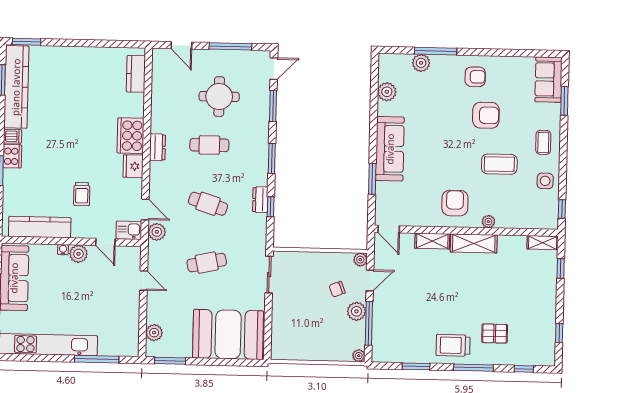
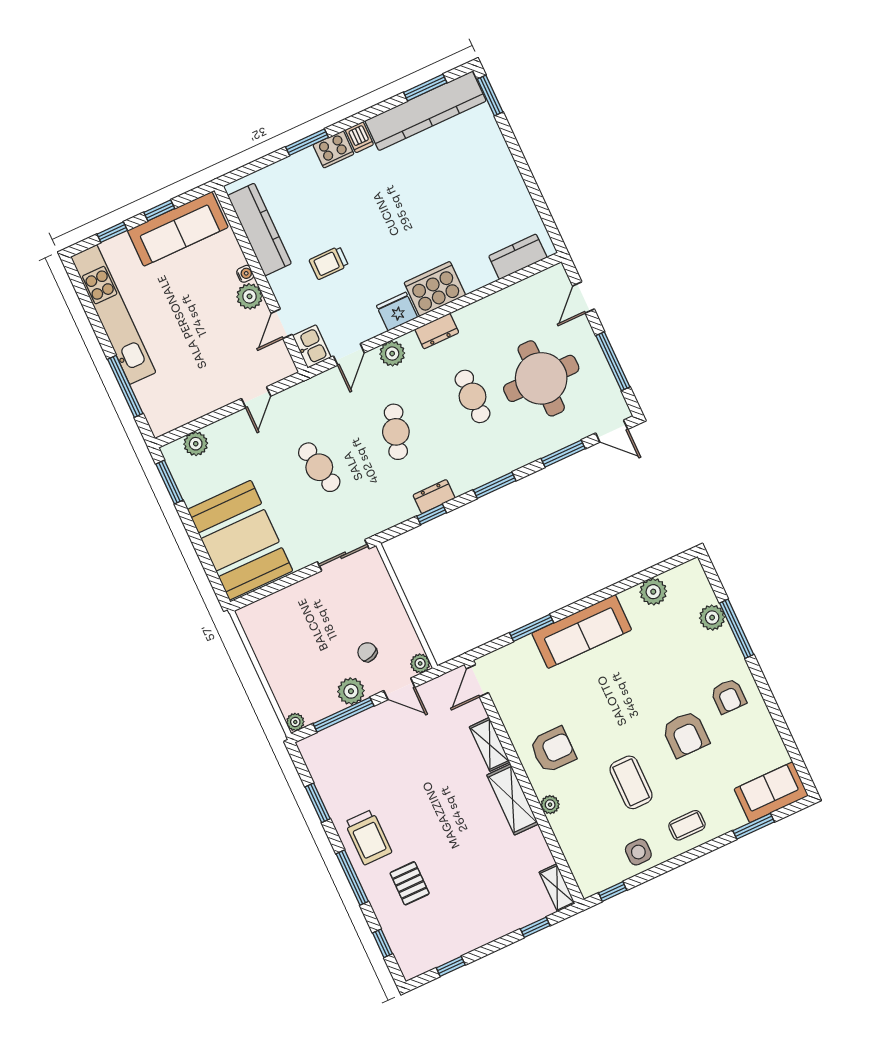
round table: (219, 97) -> (541, 378), width x1.36, depth x1.36
plant: (157, 232) -> (392, 354), moved
trolley: (453, 345) -> (368, 837), turned 180

